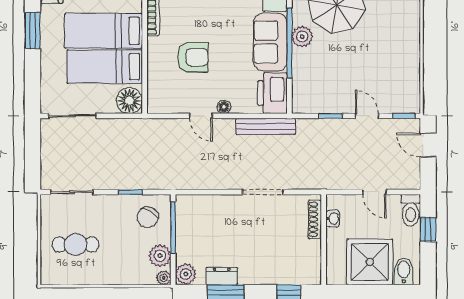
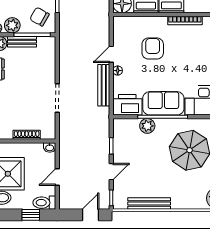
plant: (302, 37) -> (147, 126), moved
armchair: (193, 57) -> (153, 49), turned 180
bench: (412, 62) -> (149, 204), added
bench: (266, 126) -> (104, 85), moved
shoe rack: (315, 219) -> (27, 135), moved
washbasin: (333, 219) -> (50, 148), moved
bench: (183, 242) -> (22, 42), added

